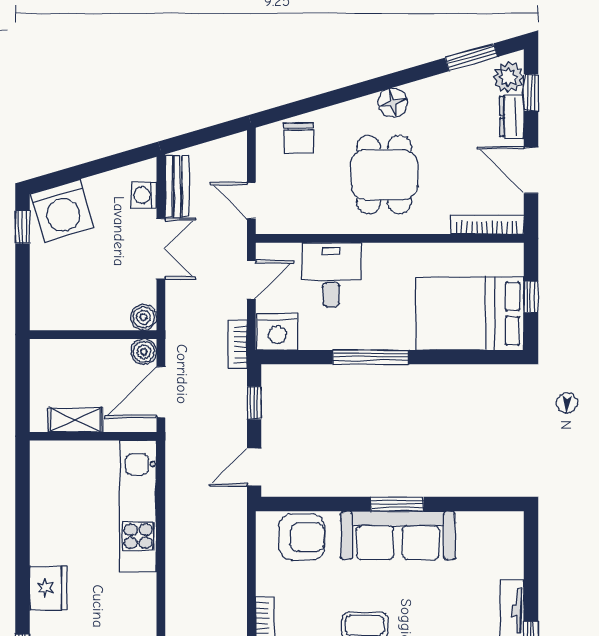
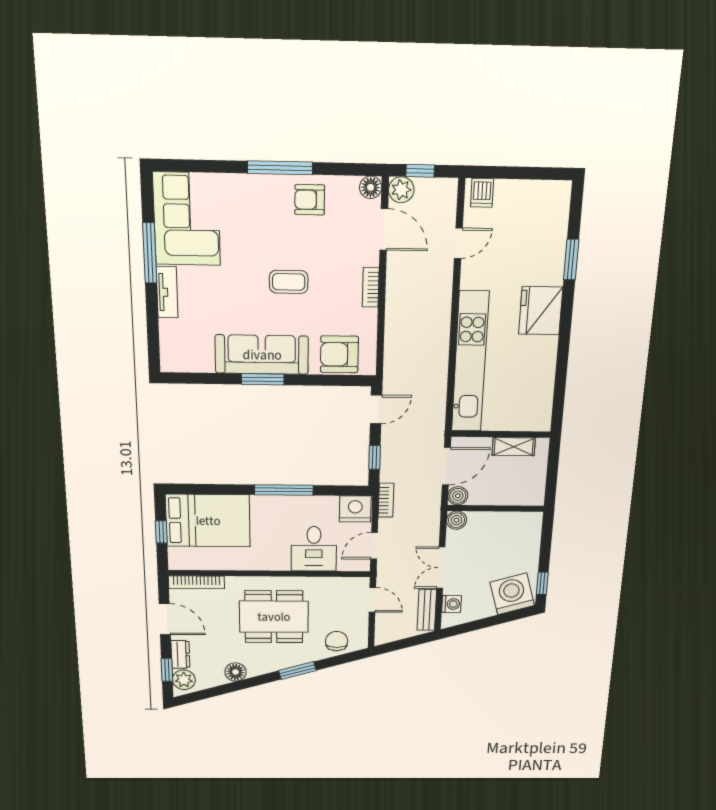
window: (471, 57) -> (297, 671), moved
floor lamp: (393, 103) -> (236, 672), moved
dining table: (384, 175) -> (274, 617), width x1.38
kitchen unit: (138, 506) -> (470, 362), width x1.36
fridge: (48, 588) -> (541, 311), width x1.36, depth x1.34

